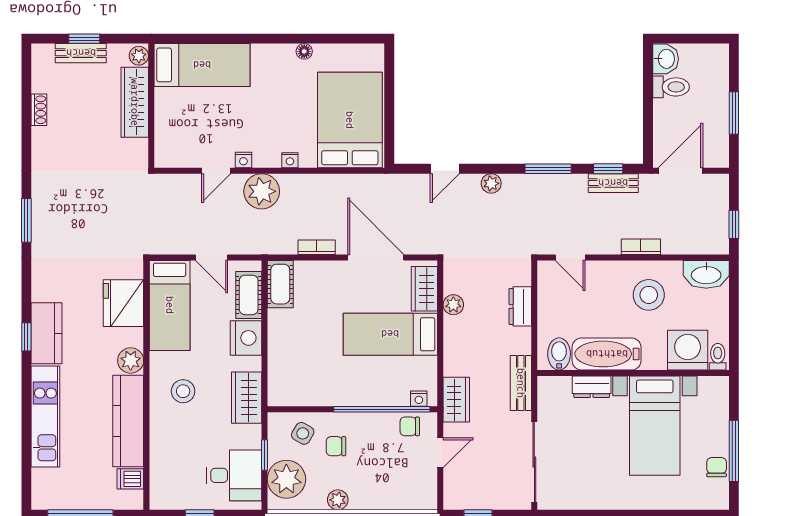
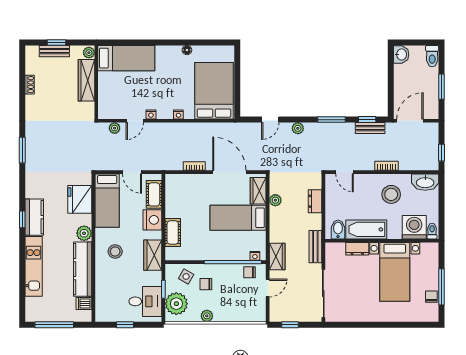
toilet: (671, 87) -> (432, 56), moved, turned 90
plant: (262, 191) -> (115, 128), moved, width x0.53, depth x0.53
cot: (280, 284) -> (173, 232), moved

